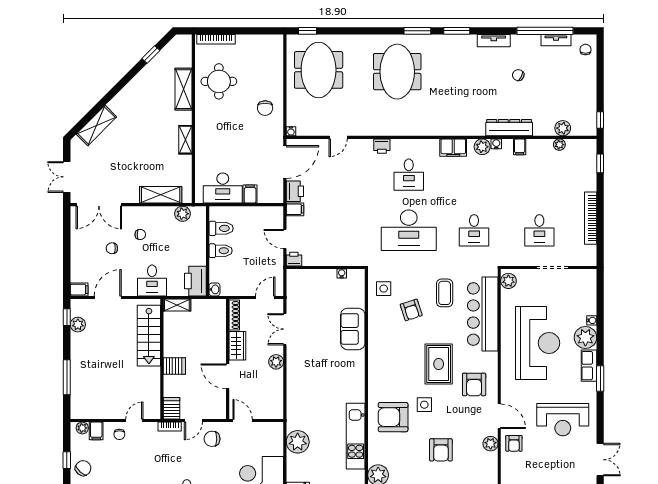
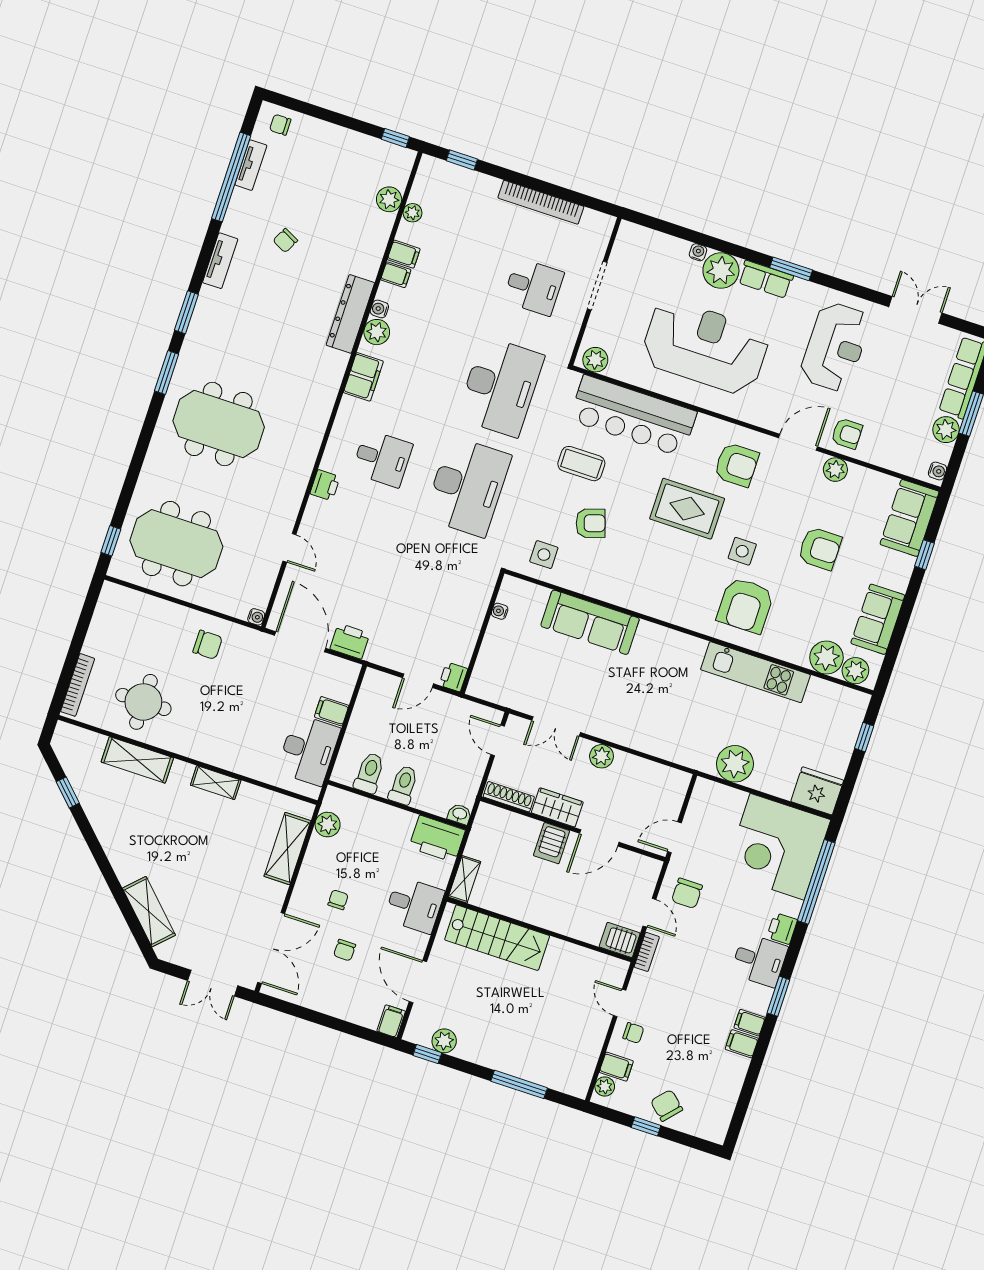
dresser: (509, 128) -> (350, 314), moved
filing cabinet: (295, 209) -> (404, 254), moved, turned 90
desk: (474, 230) -> (500, 387), width x1.87, depth x1.30
sofa: (353, 329) -> (590, 622), width x1.36
server rack: (174, 366) -> (552, 843), moved, turned 180

